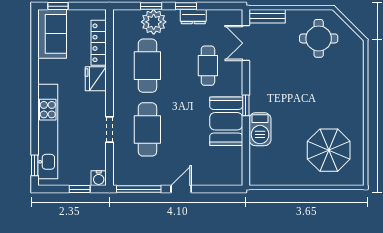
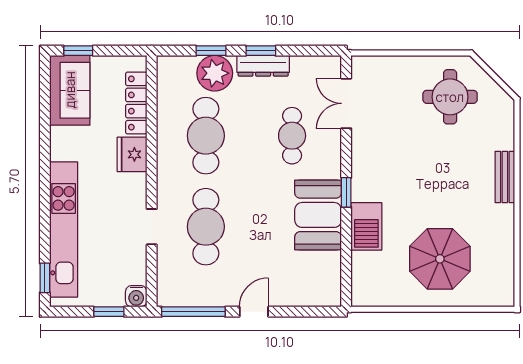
bench: (267, 16) -> (505, 177), moved, turned 90
dresser: (193, 17) -> (263, 66), width x1.44
parasol: (329, 150) -> (440, 259), moved

